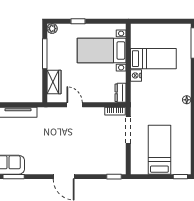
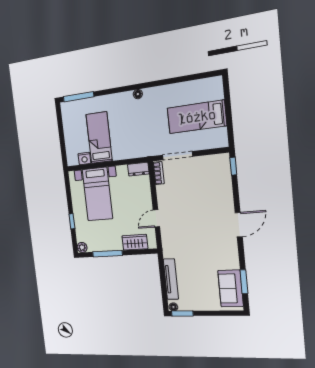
nightstand: (136, 75) -> (84, 159), moved
window: (180, 177) -> (226, 87), removed

